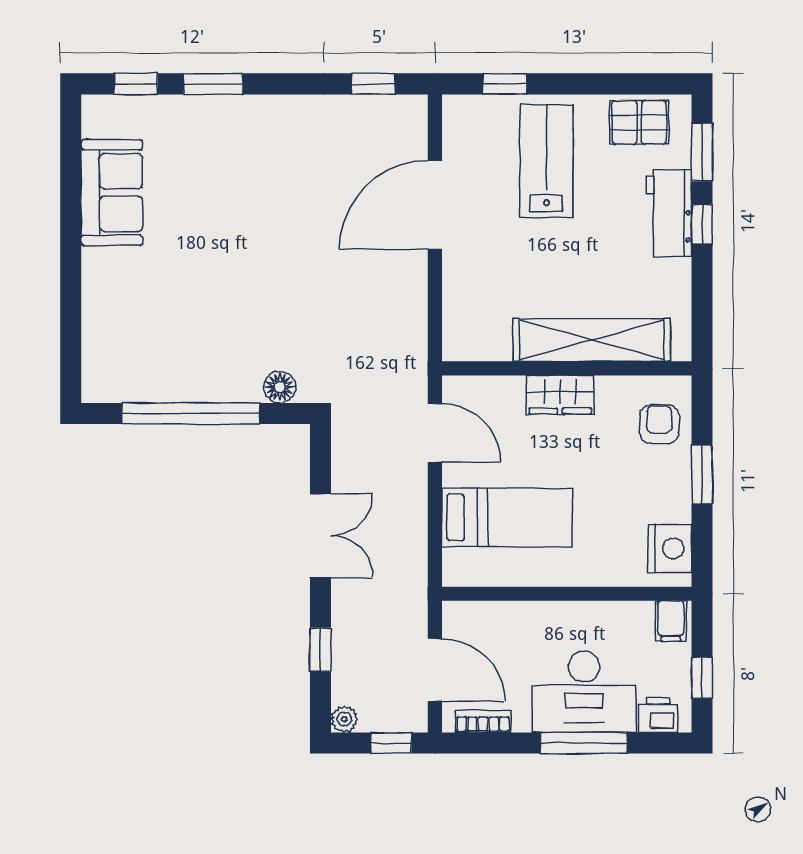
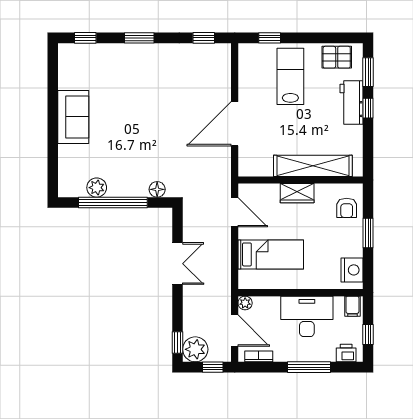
window: (213, 84) -> (139, 38), moved
sofa: (112, 192) -> (73, 117), moved
door: (435, 205) -> (235, 124), moved
plant: (159, 383) -> (97, 188), added
armchair: (659, 424) -> (347, 208), turned 180
plant: (456, 615) -> (245, 303), added
window: (320, 650) -> (177, 343), moved
desk: (584, 692) -> (307, 316), moved, turned 180
plant: (344, 719) -> (195, 349), width x1.88, depth x1.88

